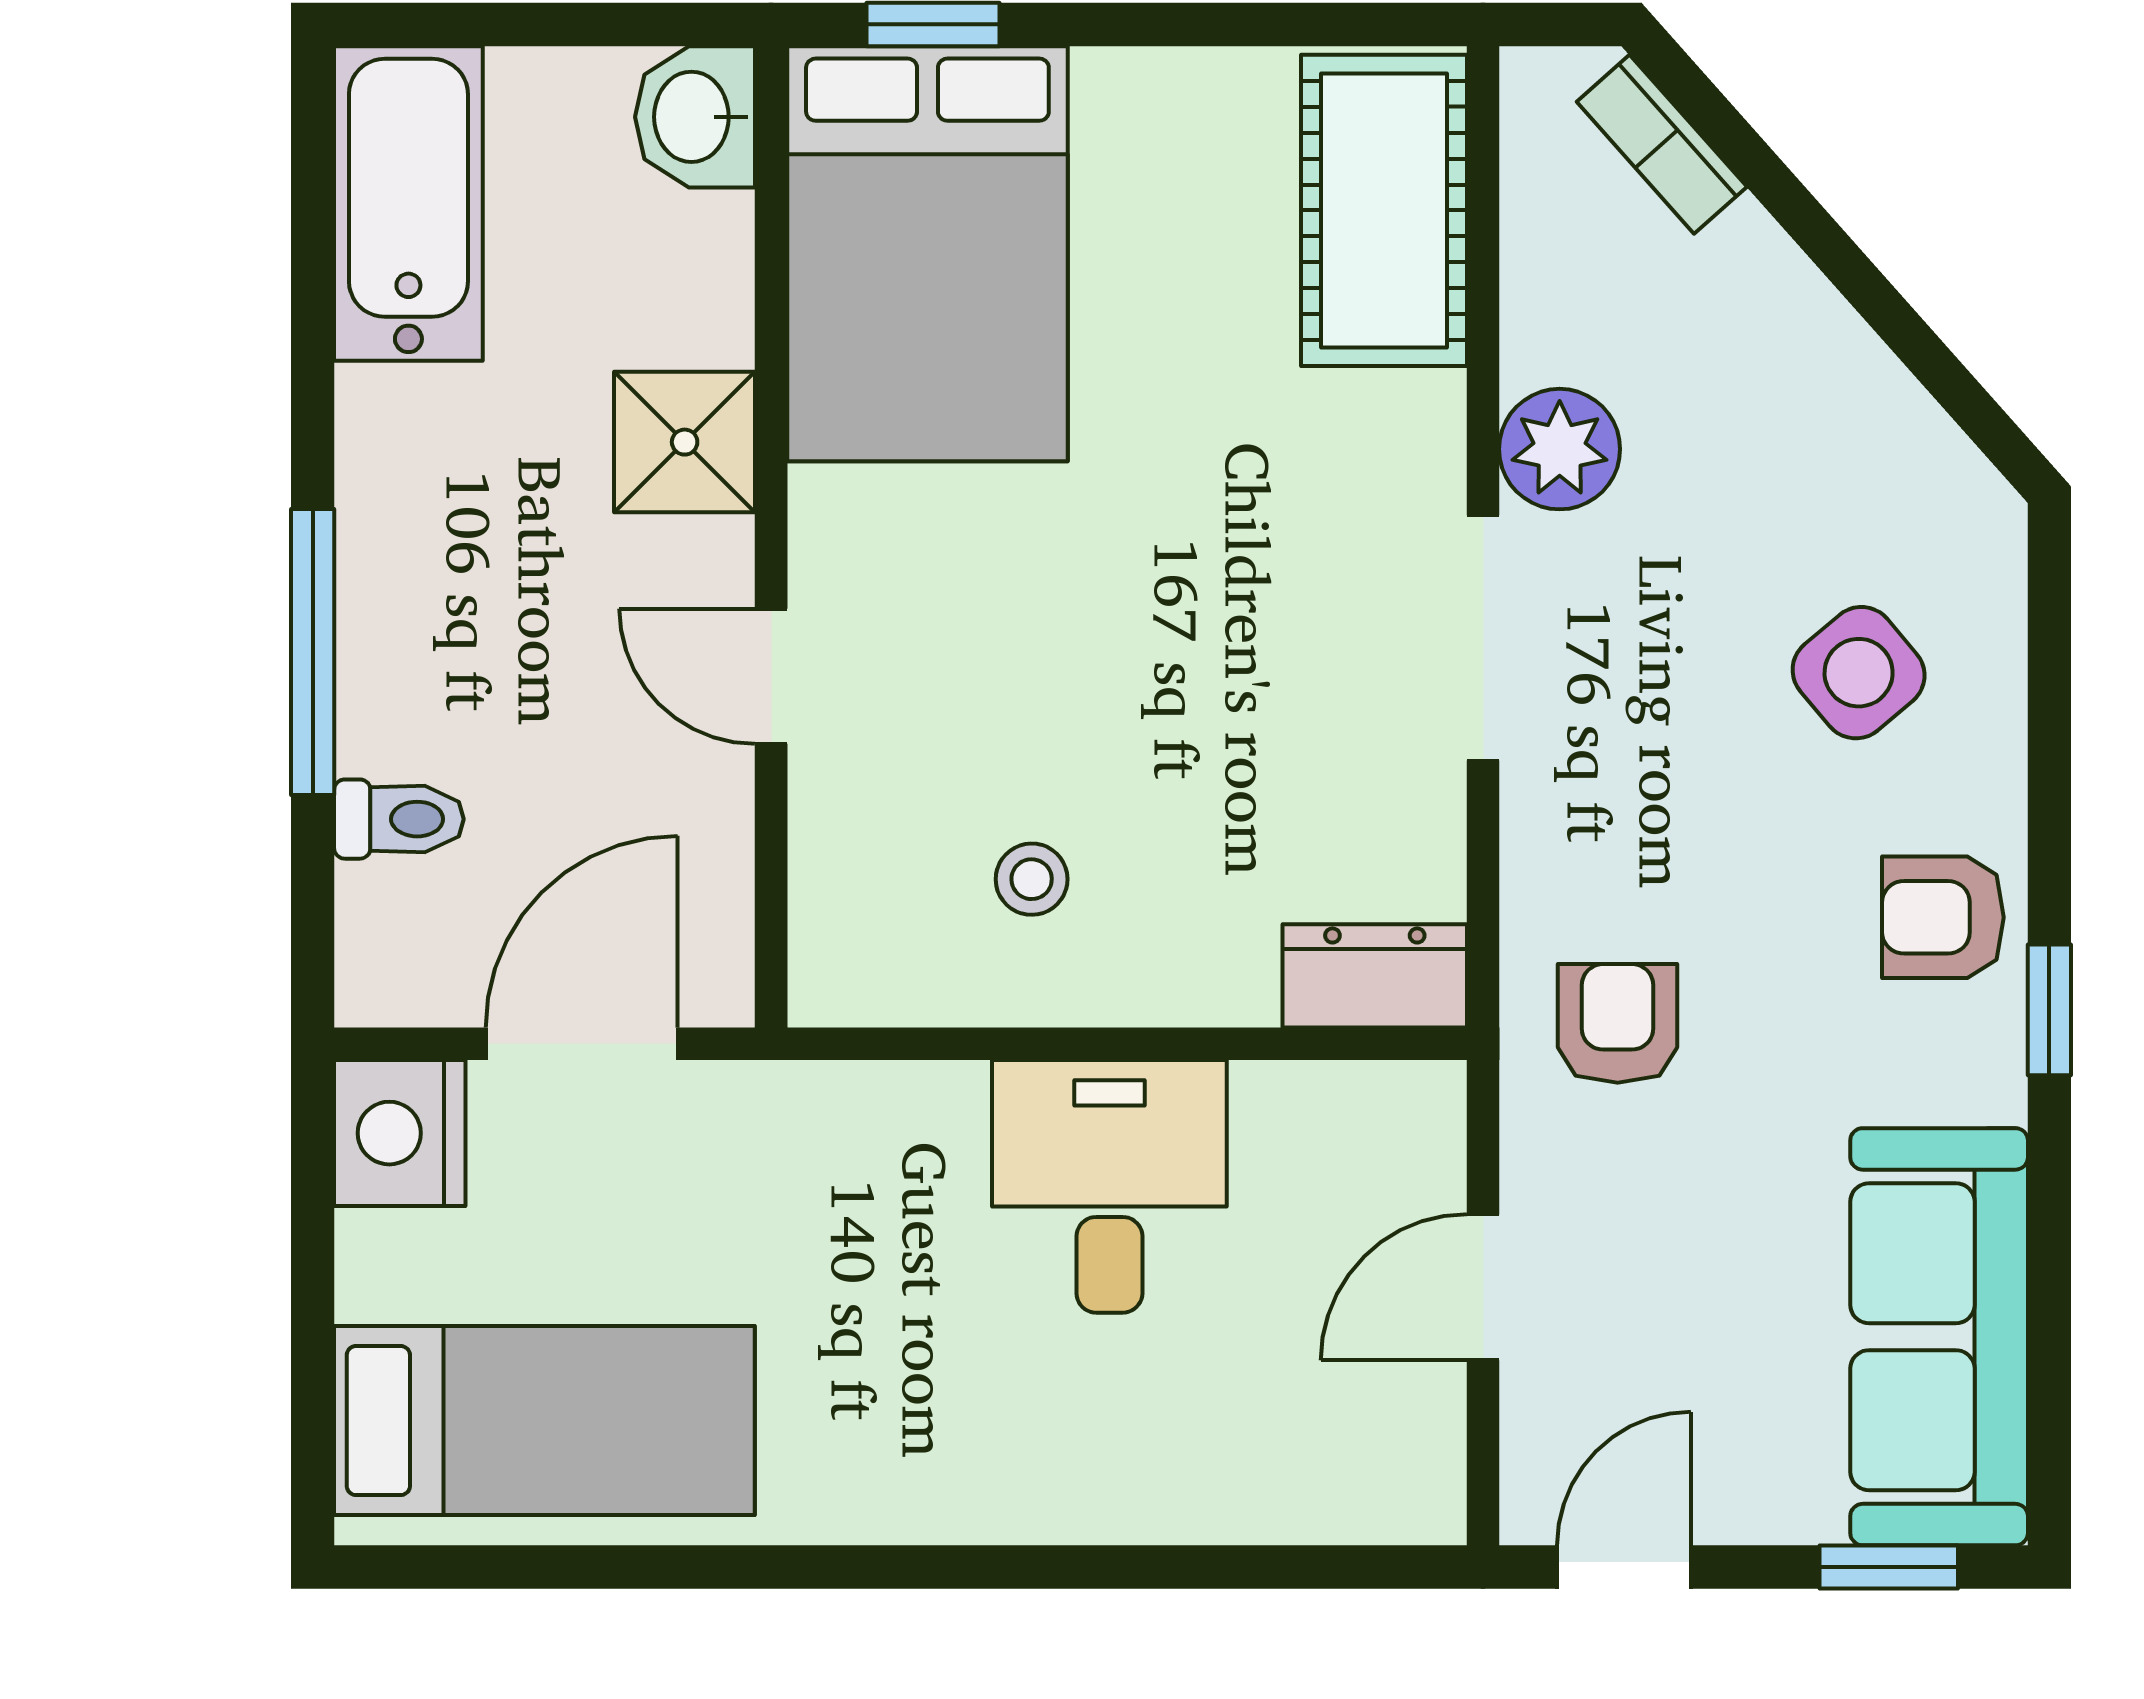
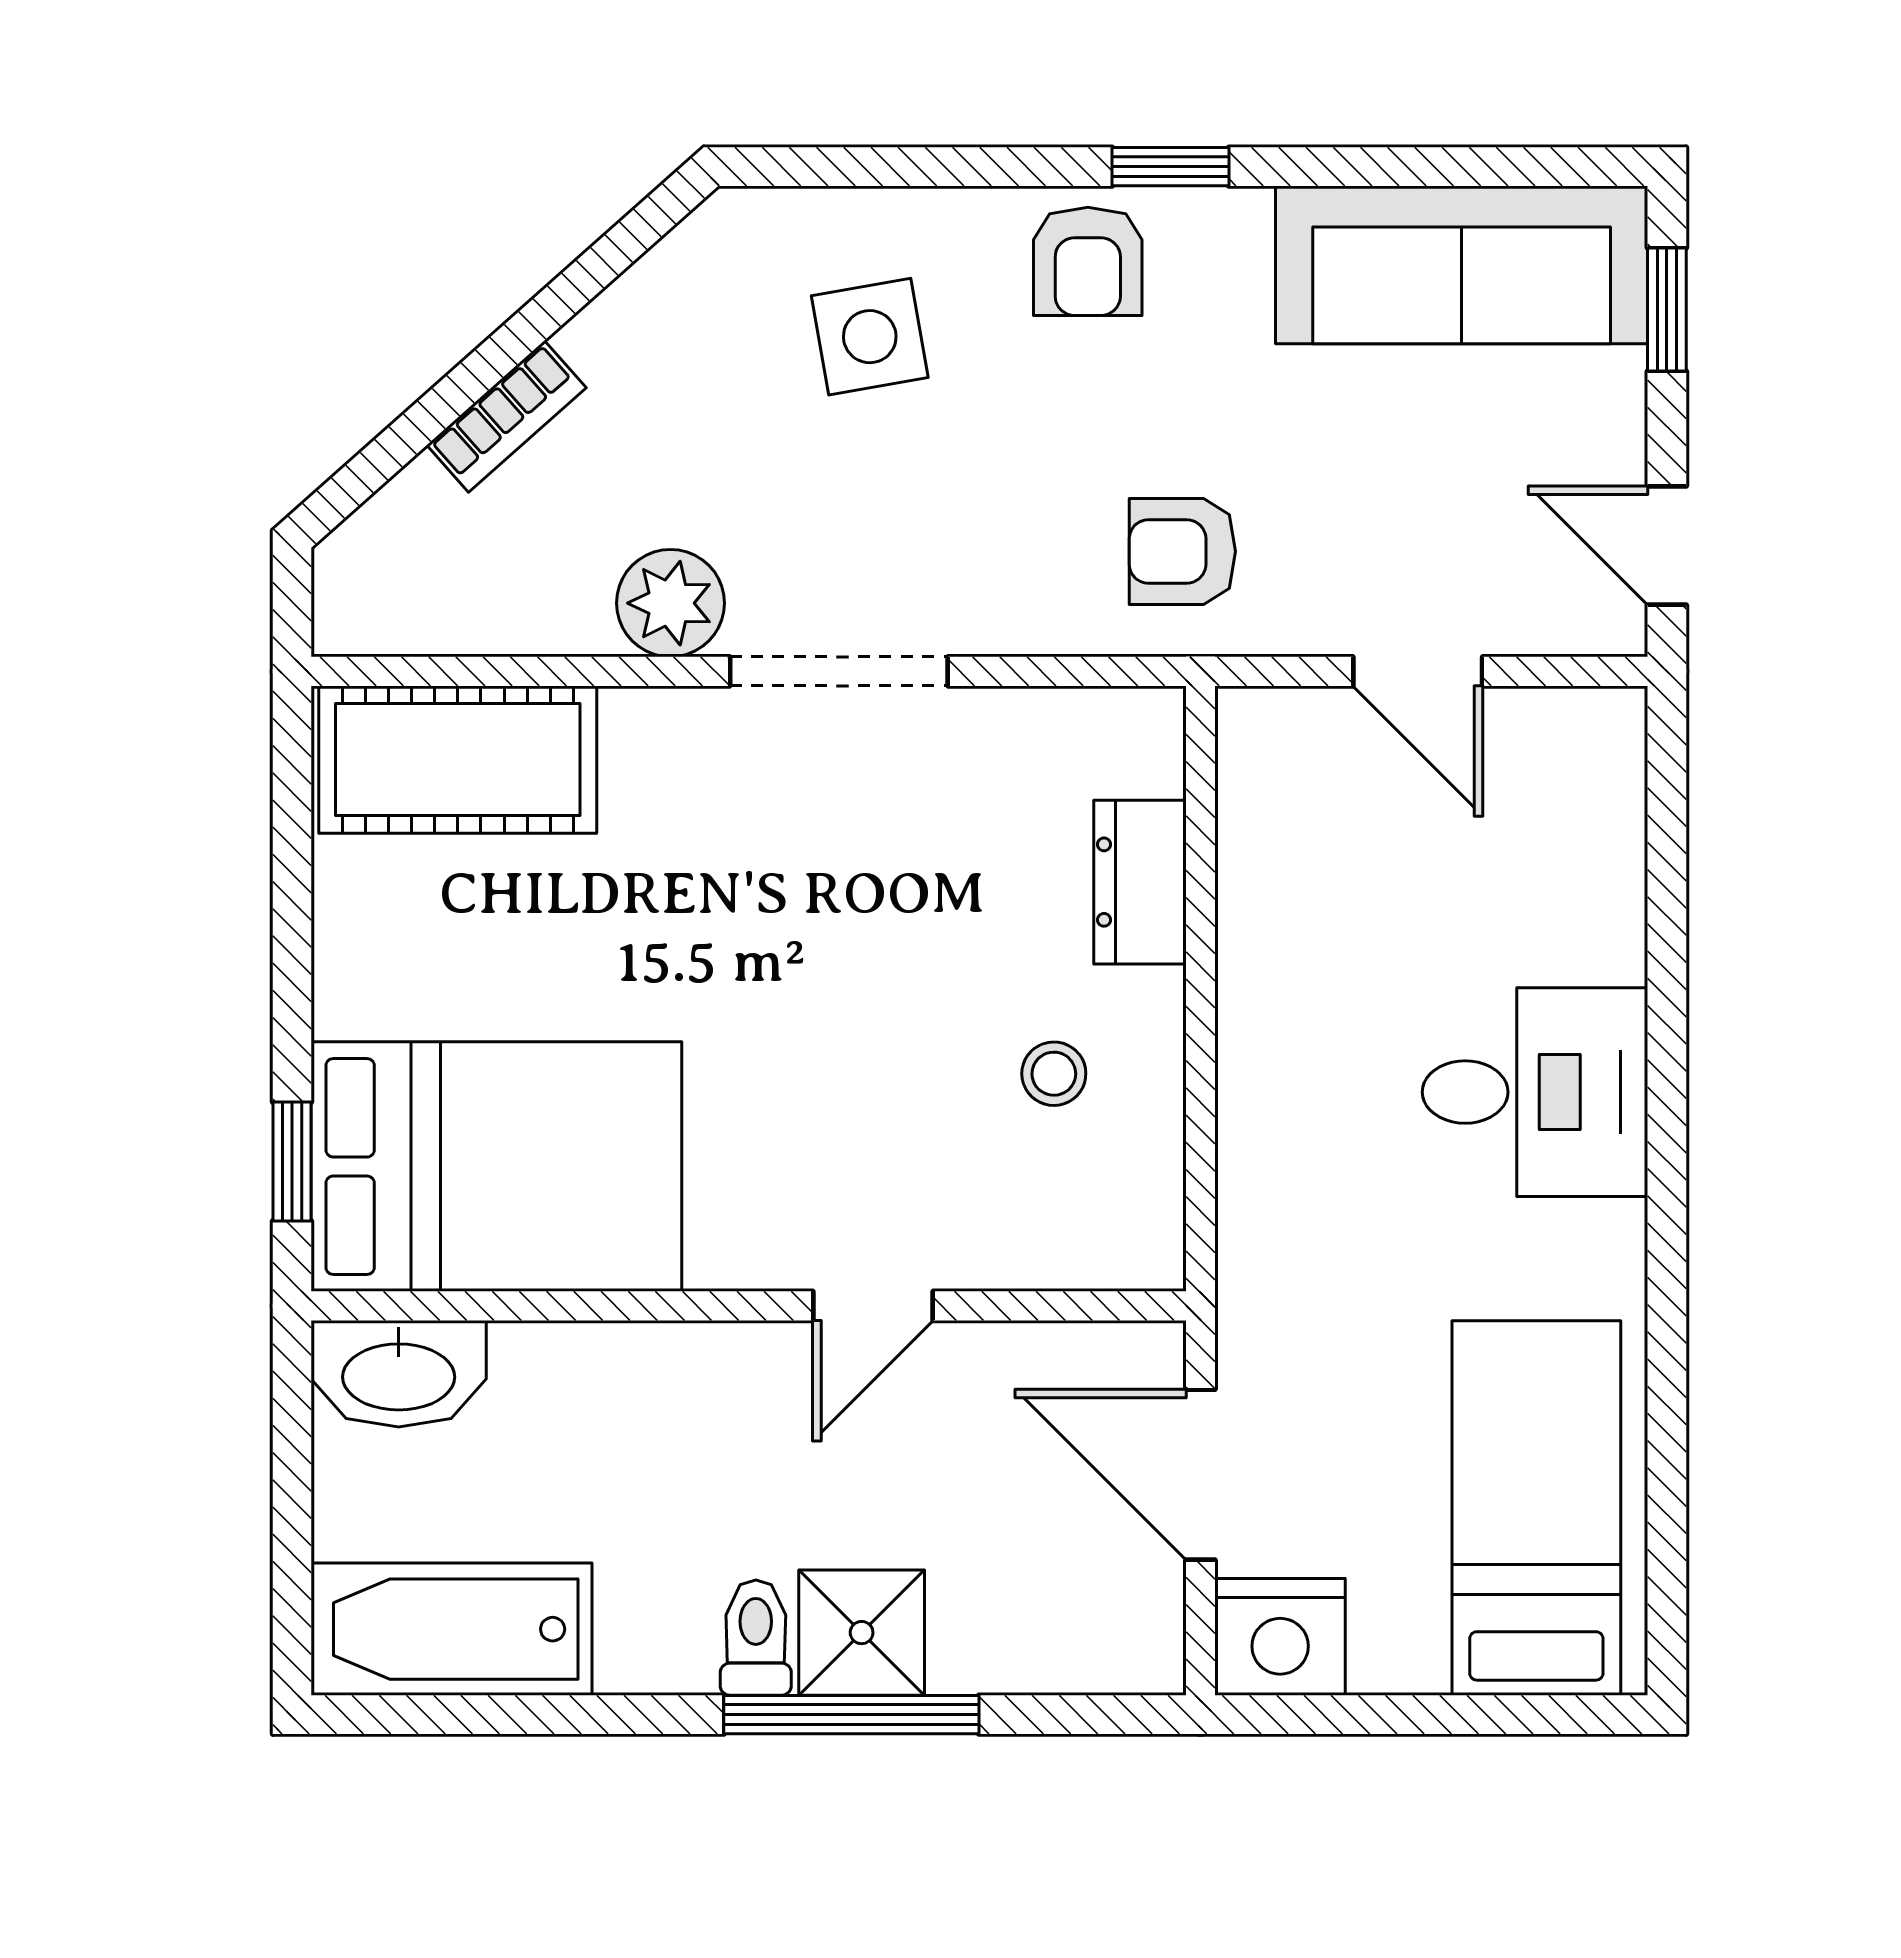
washbasin: (695, 117) -> (399, 1374), width x1.38
bookcase: (1662, 144) -> (506, 416), moved
shower: (685, 442) -> (862, 1633), moved
side table: (1859, 673) -> (870, 337), turned 30
toilet: (399, 819) -> (756, 1638), moved
dresser: (1375, 976) -> (1140, 882), moved
desk: (1109, 1186) -> (1535, 1092), moved, turned 180

